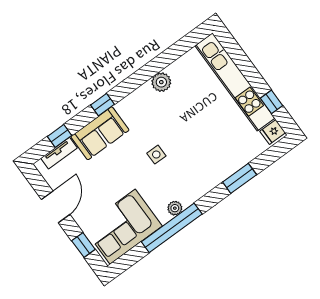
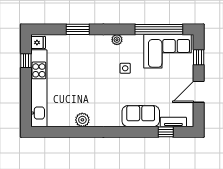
window: (102, 105) -> (127, 132), removed
side table: (156, 155) -> (125, 68), moved
plant: (175, 208) -> (117, 40), moved
window: (172, 228) -> (159, 29), moved

